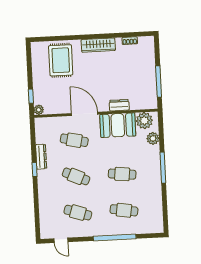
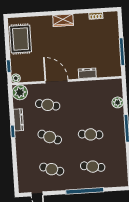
wardrobe: (98, 45) -> (63, 20), width x0.67
rug: (61, 60) -> (21, 39), moved
plant: (144, 121) -> (20, 92), moved
booth: (118, 125) -> (86, 91), removed

